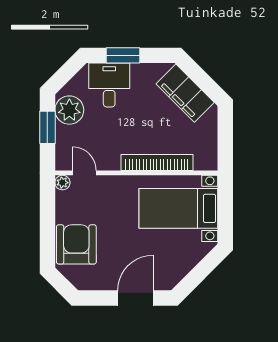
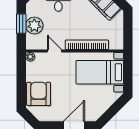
plant: (69, 110) -> (34, 25), moved
door: (84, 173) -> (55, 51), moved

